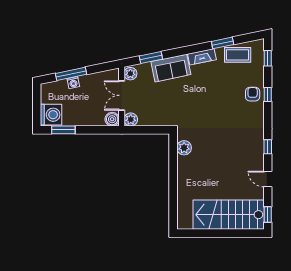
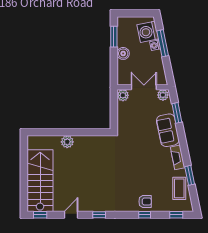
washing machine: (51, 115) -> (148, 32), moved, turned 78
boiler: (112, 119) -> (123, 53), moved
plant: (184, 148) -> (67, 142), moved

